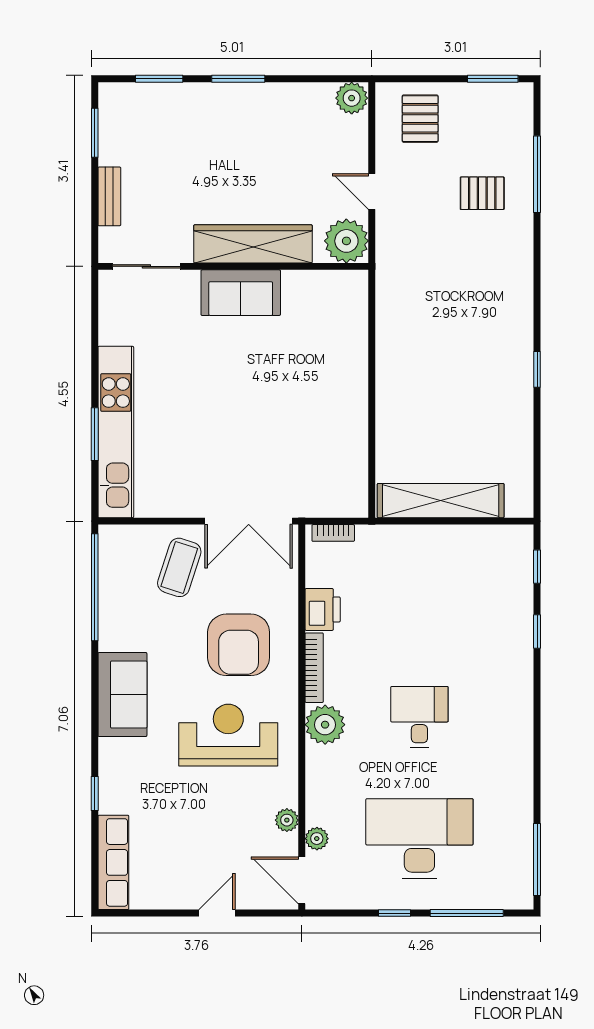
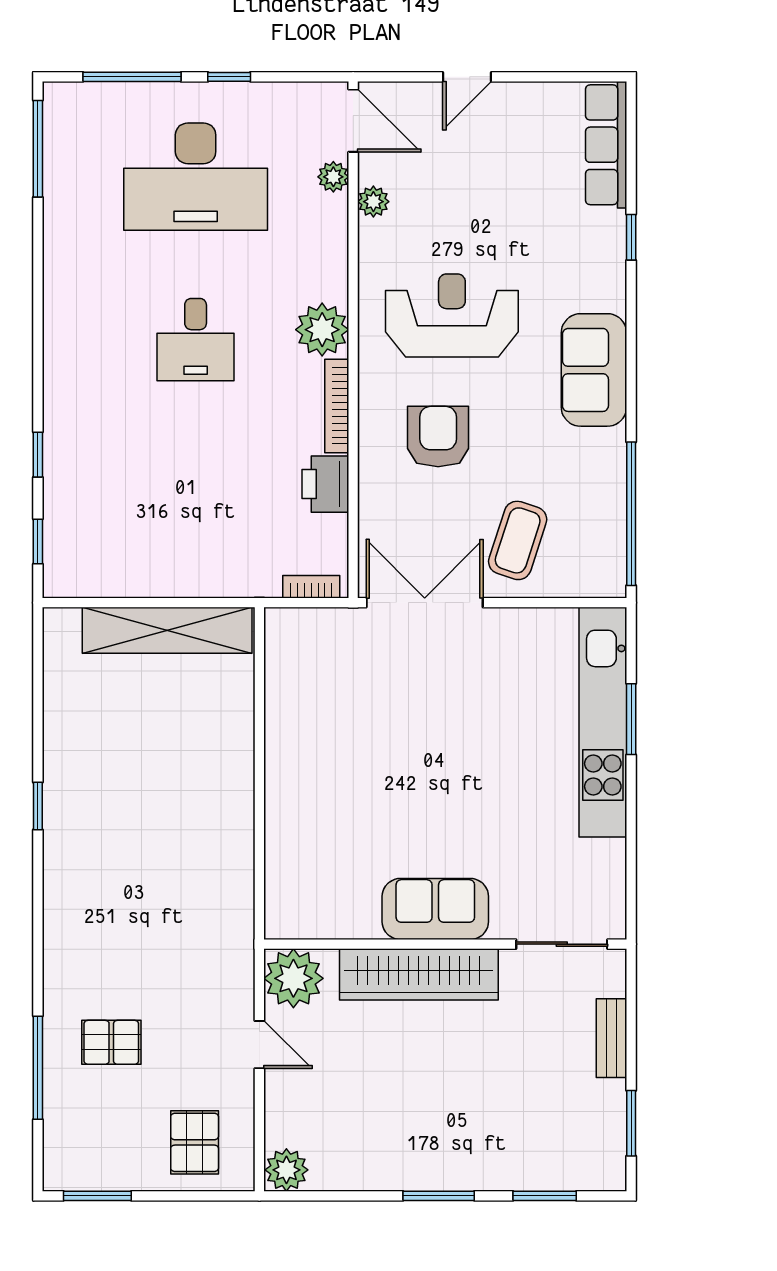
armchair: (239, 645) -> (438, 437), width x0.73, depth x0.73
reception desk: (228, 735) -> (452, 316), turned 180

